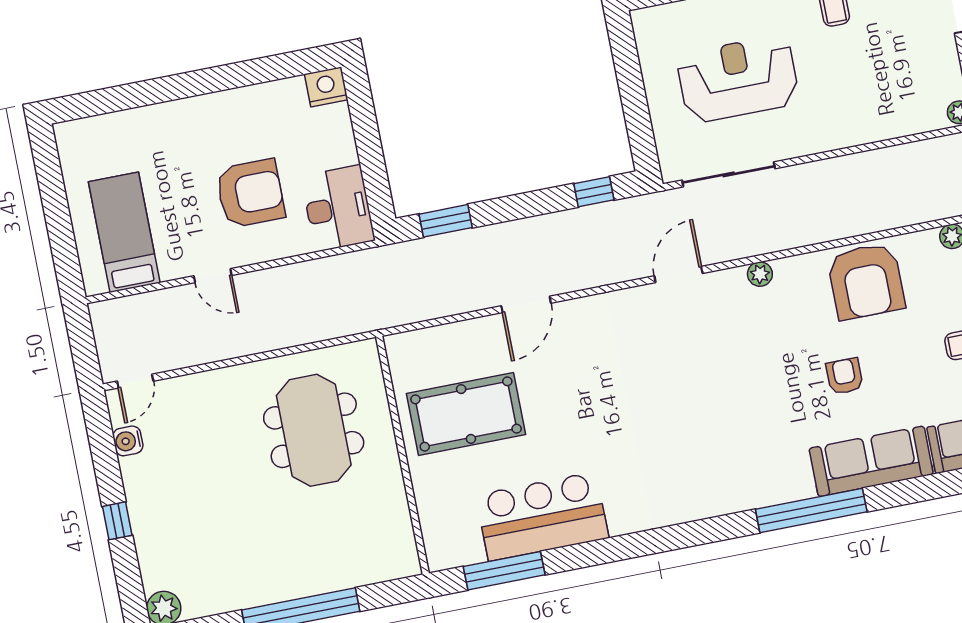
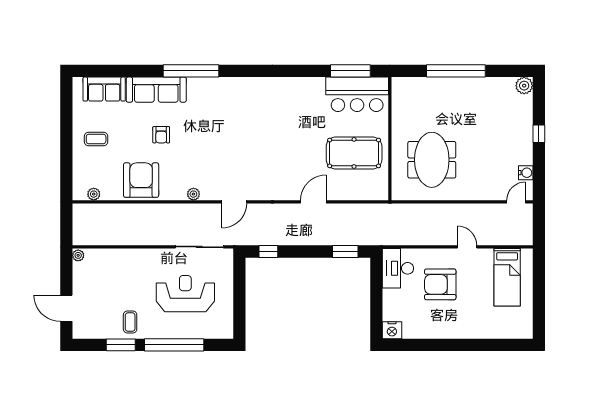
reception desk: (738, 79) -> (185, 294), turned 180
bar counter: (542, 516) -> (357, 94), moved

